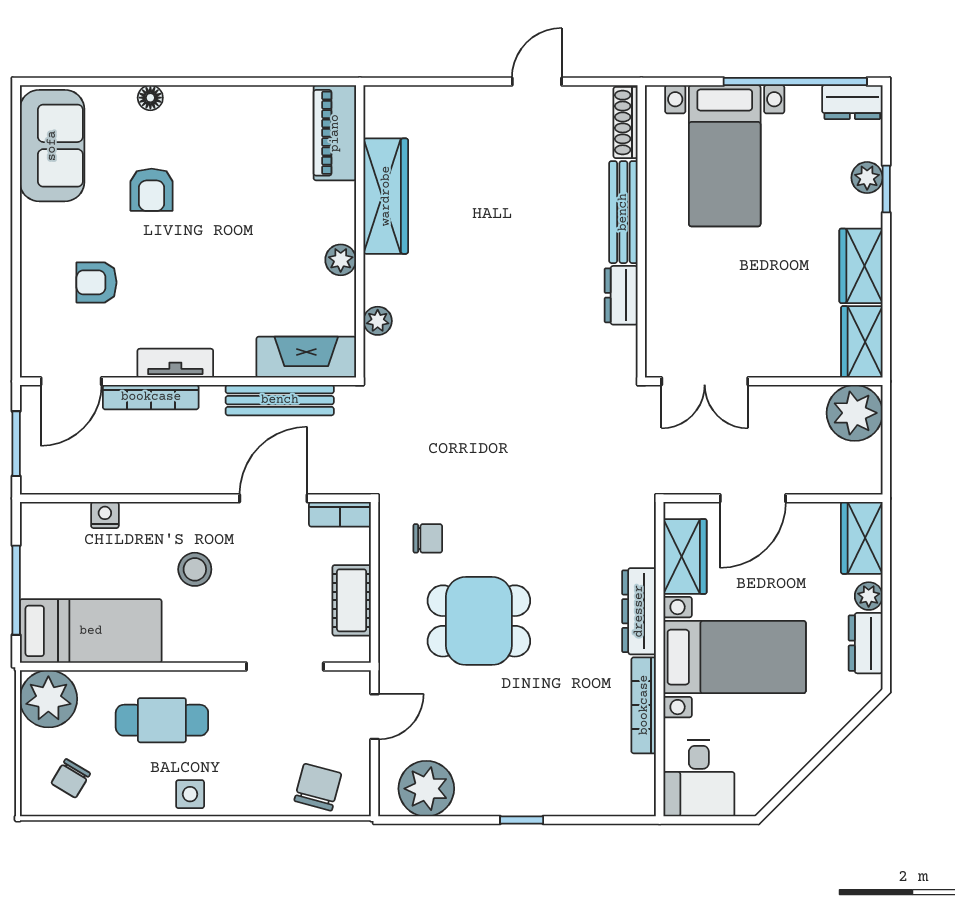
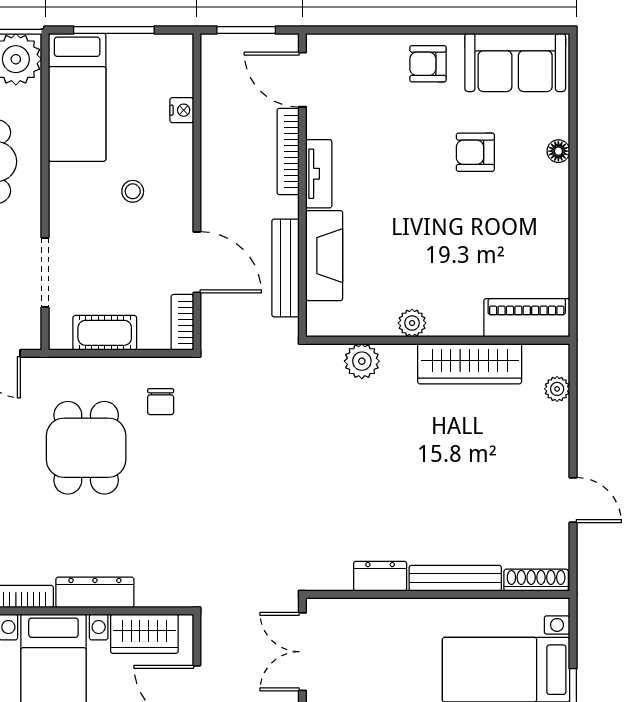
plant: (414, 99) -> (557, 389), added
armchair: (97, 282) -> (428, 64), moved, turned -90
plant: (378, 321) -> (362, 361), width x1.38, depth x1.38
fireplace: (306, 357) -> (324, 256), moved
stool: (195, 569) -> (133, 191), width x0.73, depth x0.73

